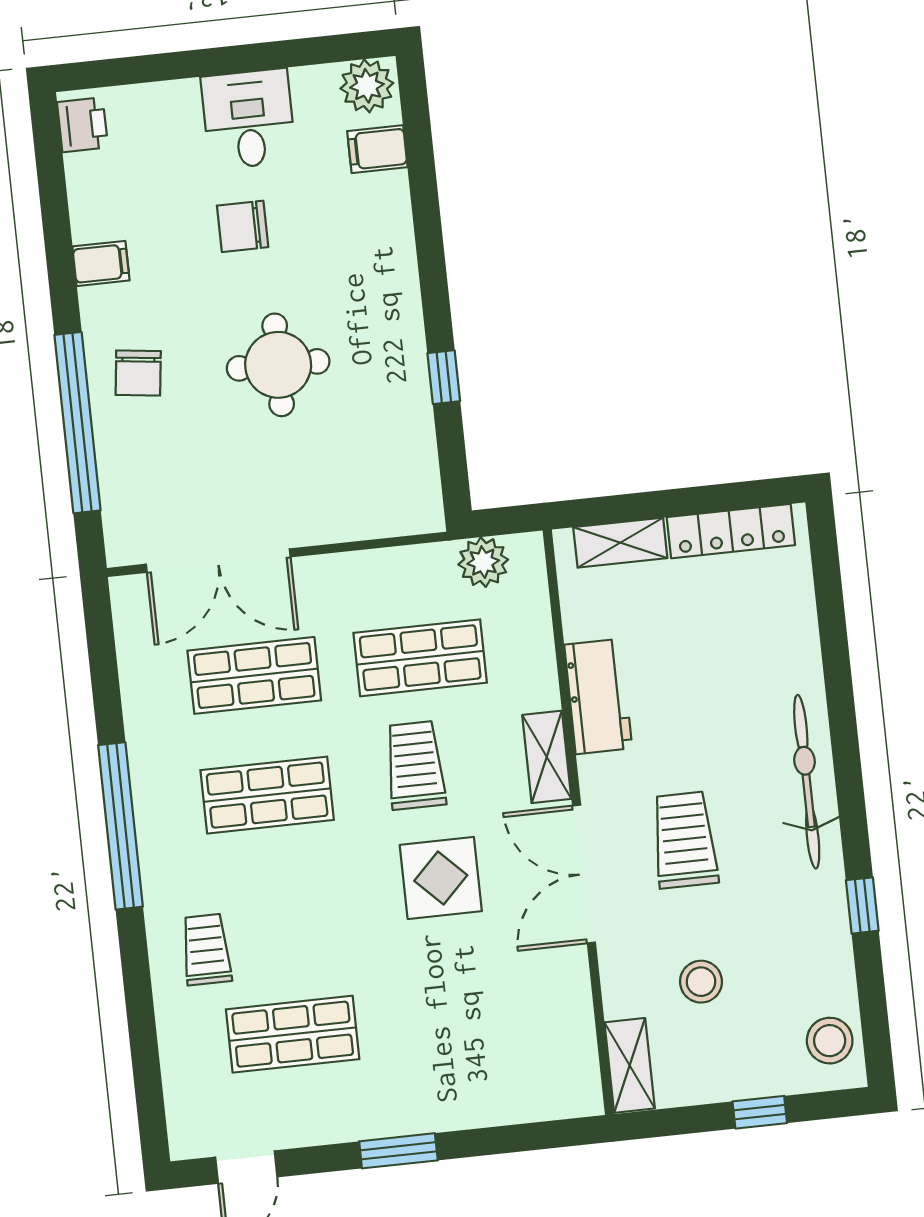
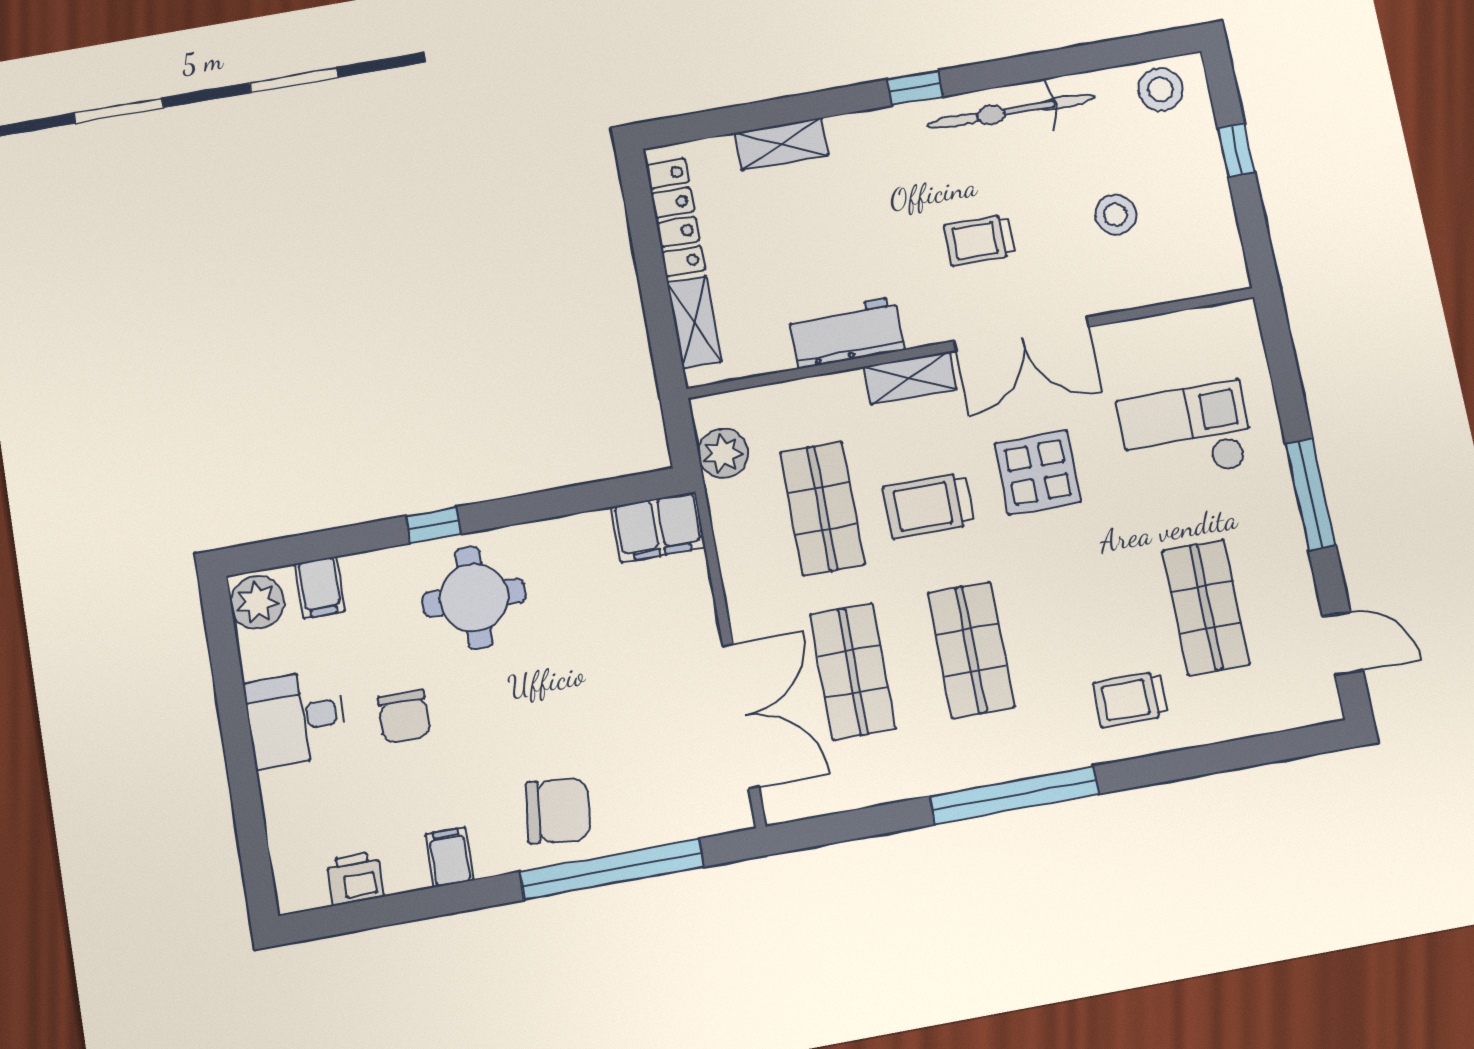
printer: (82, 125) -> (355, 878), moved
round table: (278, 365) -> (474, 598), moved
chair: (138, 373) -> (558, 811), width x1.37, depth x1.37
window: (444, 377) -> (433, 525), moved
filing cabinet: (413, 492) -> (658, 527), added
bicycle: (807, 782) -> (1011, 111), moved
trolley: (685, 840) -> (979, 240), width x0.73, depth x0.72
window: (862, 905) -> (915, 88), moved
checkout: (470, 1032) -> (1186, 433), added
shelving: (630, 1065) -> (781, 144), moved
window: (398, 1151) -> (1311, 494), width x1.44

